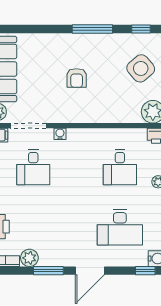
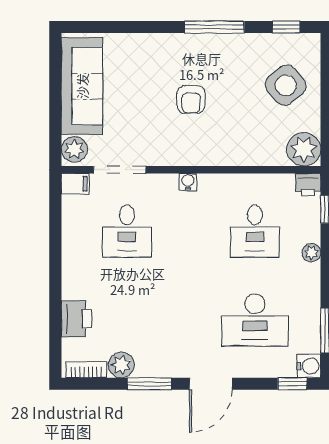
water cooler: (60, 134) -> (188, 182), moved

